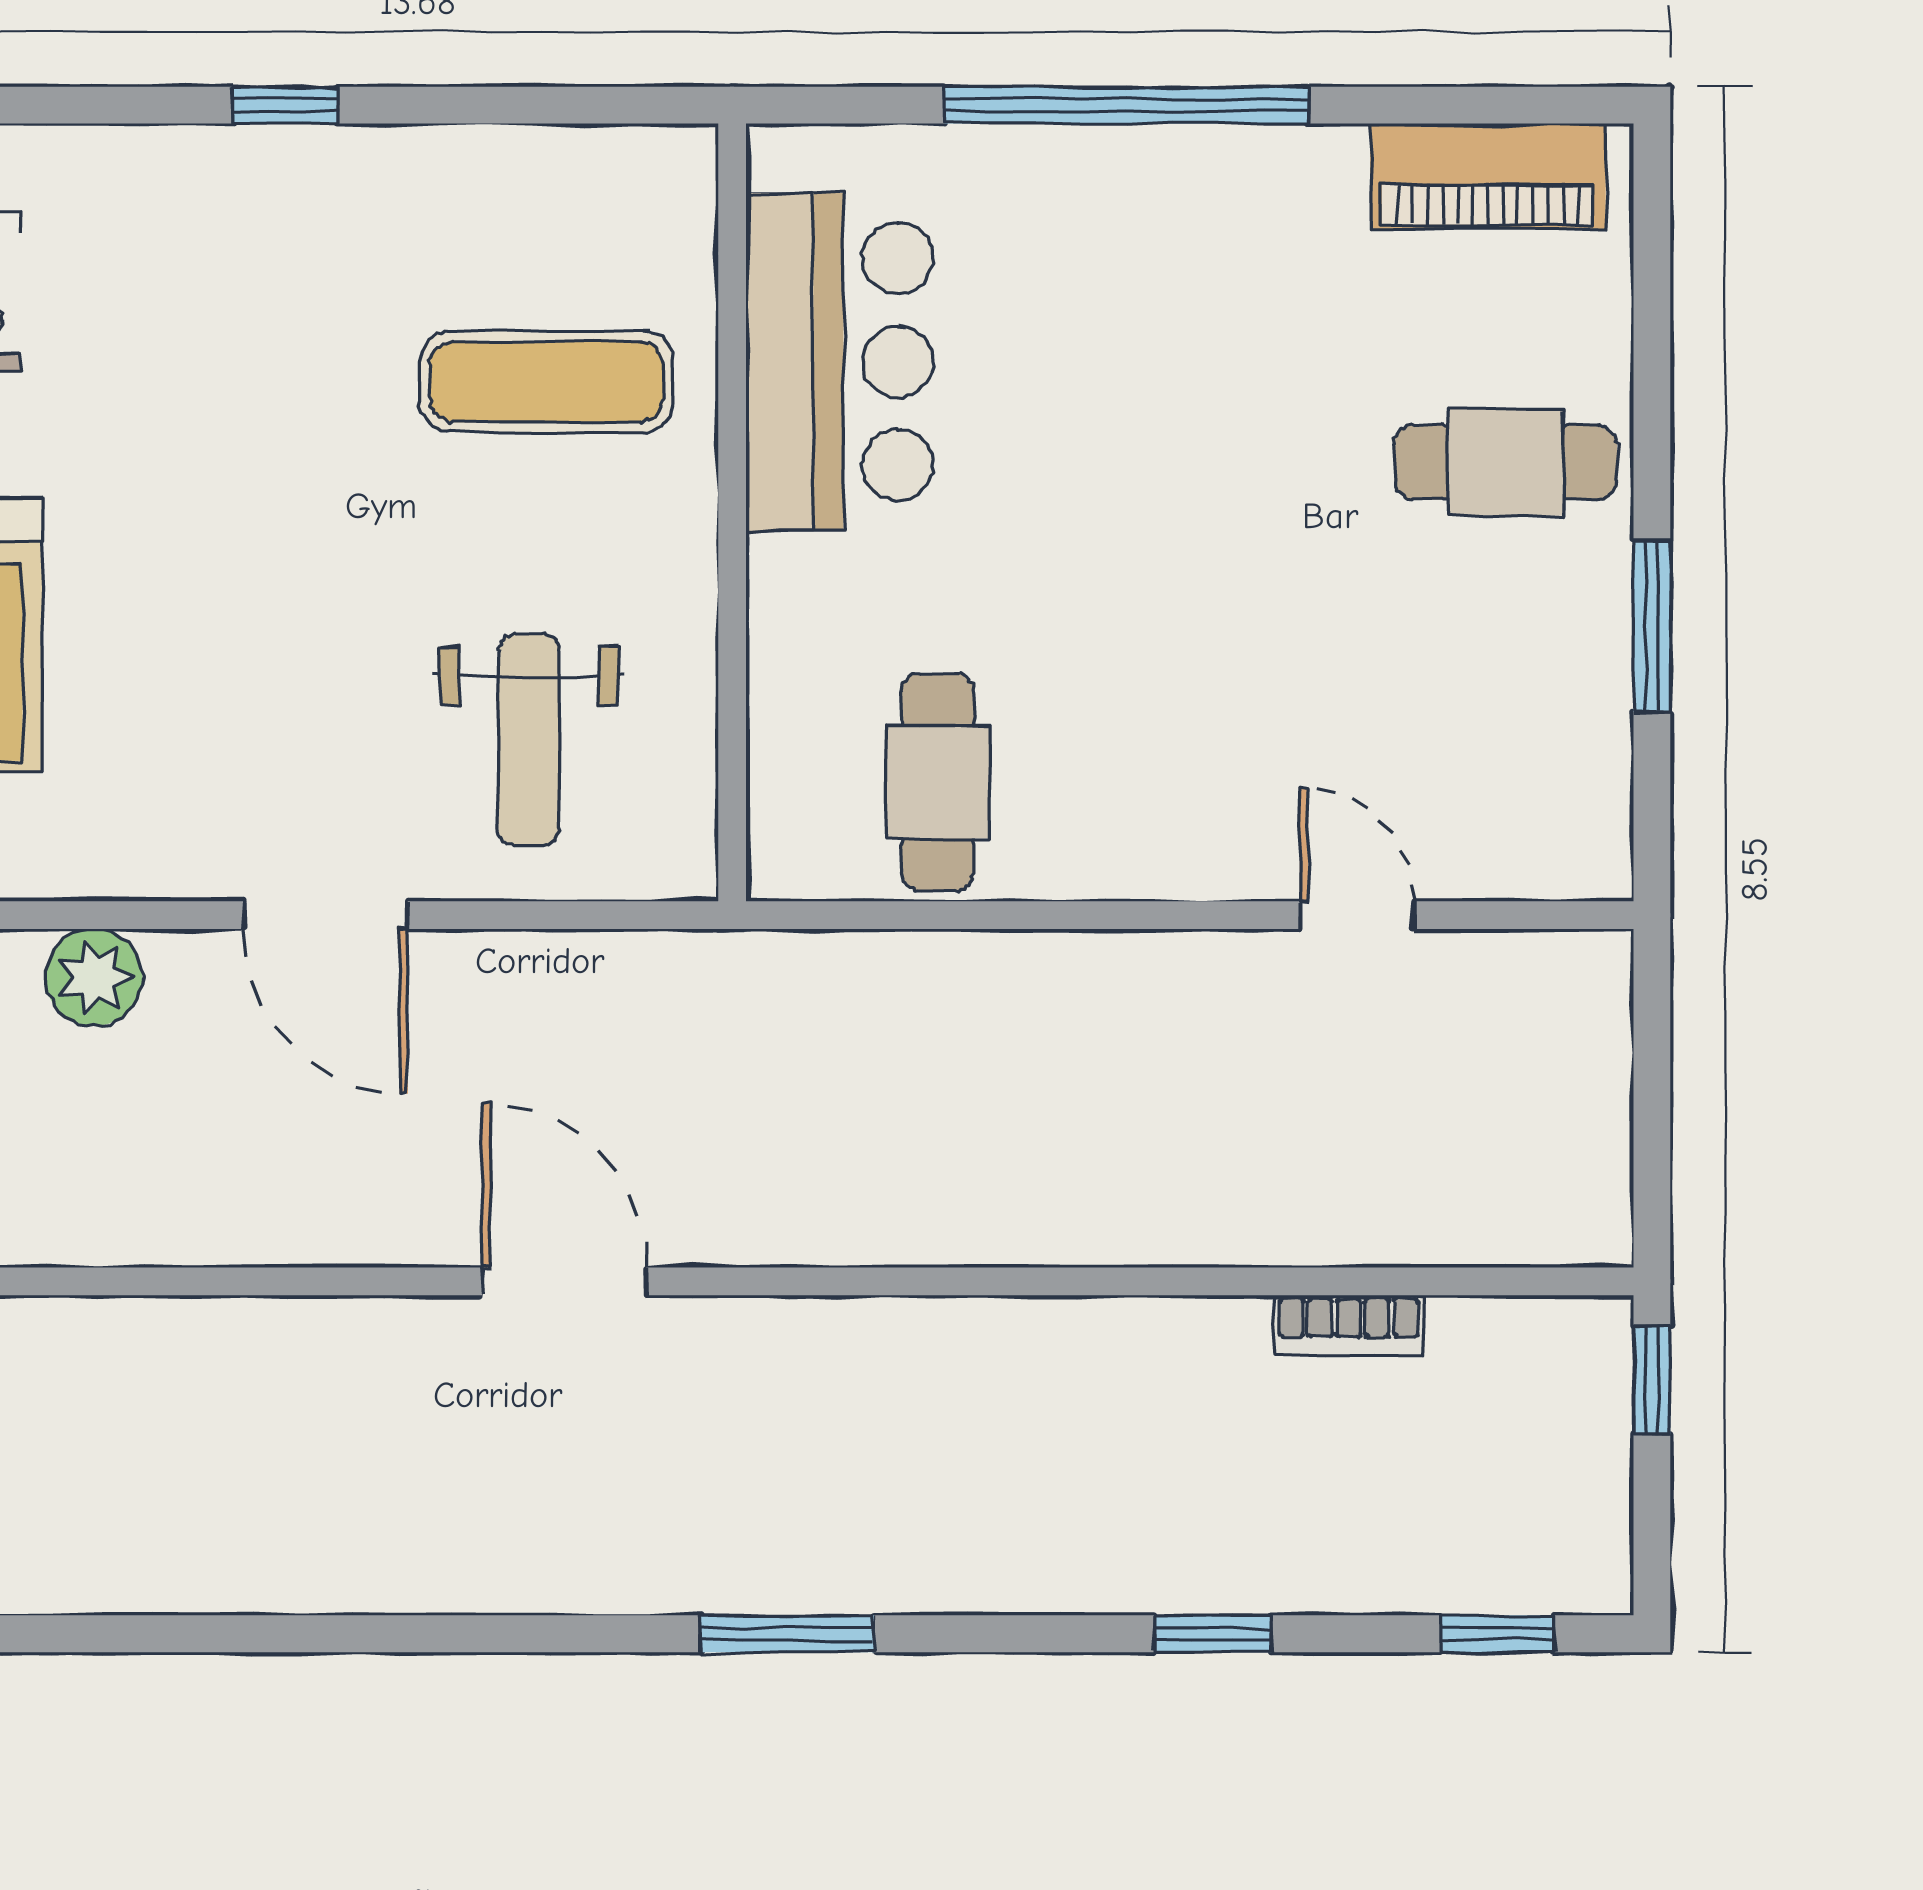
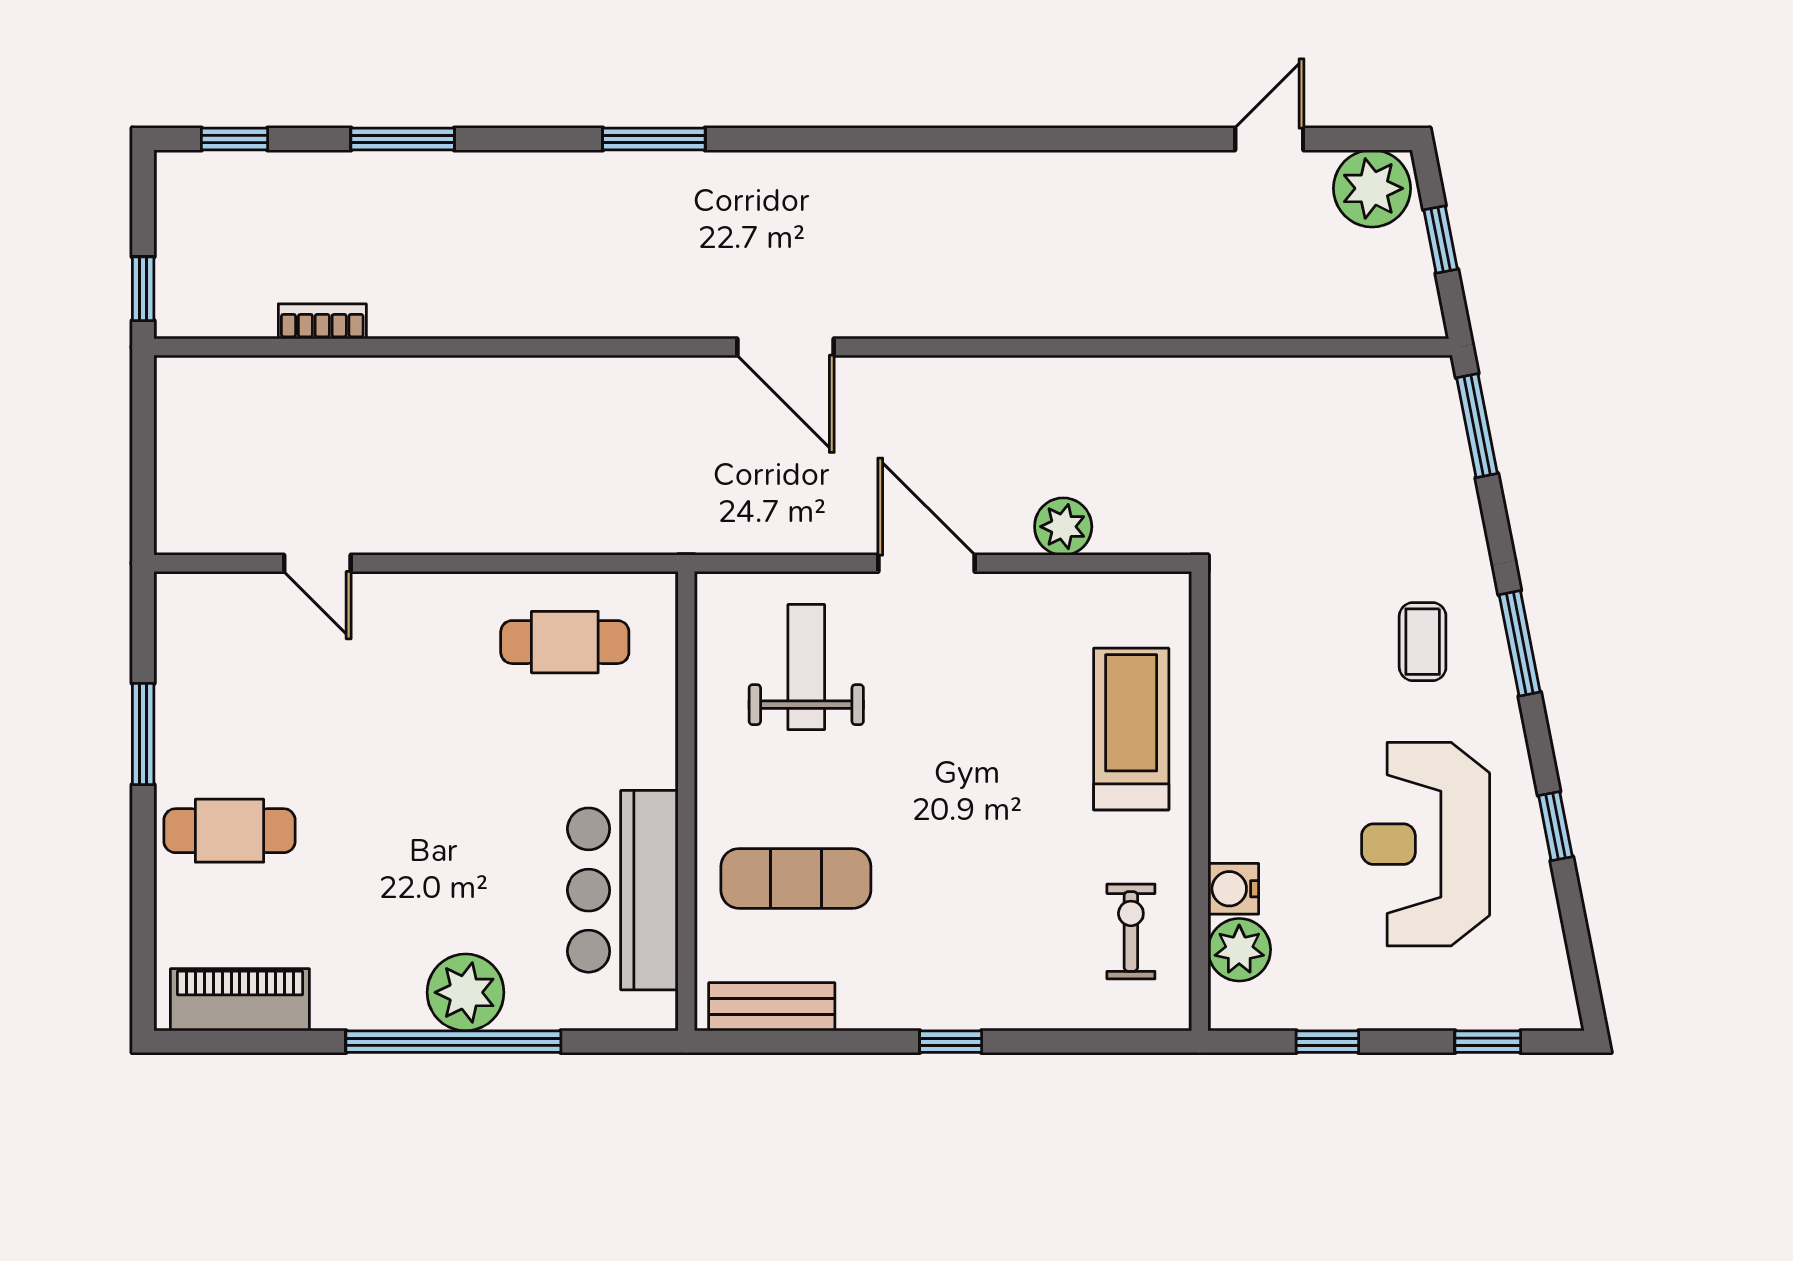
bench: (587, 164) -> (772, 1007), added
plant: (1106, 189) -> (466, 992), added
cafe table: (938, 782) -> (565, 642), turned 90
window: (1213, 1634) -> (403, 139), width x1.50

